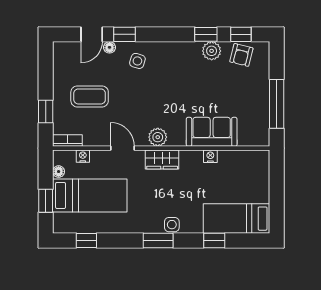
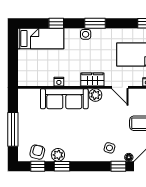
window: (277, 104) -> (13, 129), moved
sofa: (212, 132) -> (64, 99), width x1.36

